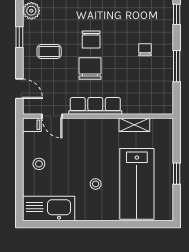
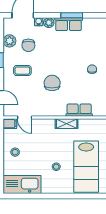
chair: (91, 40) -> (28, 45), moved
row of seats: (95, 106) -> (79, 110), moved, width x0.68
shelving: (134, 125) -> (67, 124), moved

